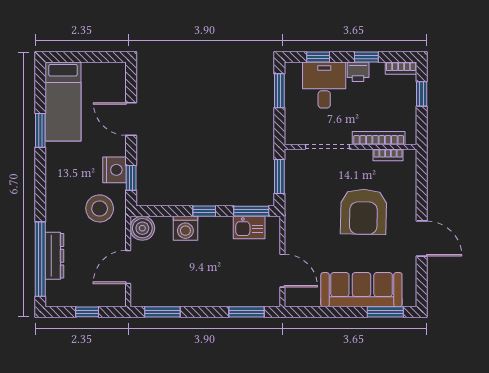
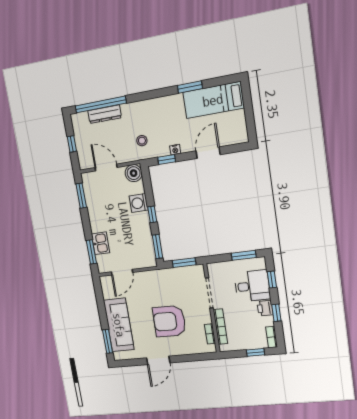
nightstand: (115, 170) -> (175, 150), width x0.53, depth x0.56
stool: (100, 208) -> (142, 141), width x0.53, depth x0.53
kitchen sink: (249, 227) -> (101, 243), moved, turned 180

